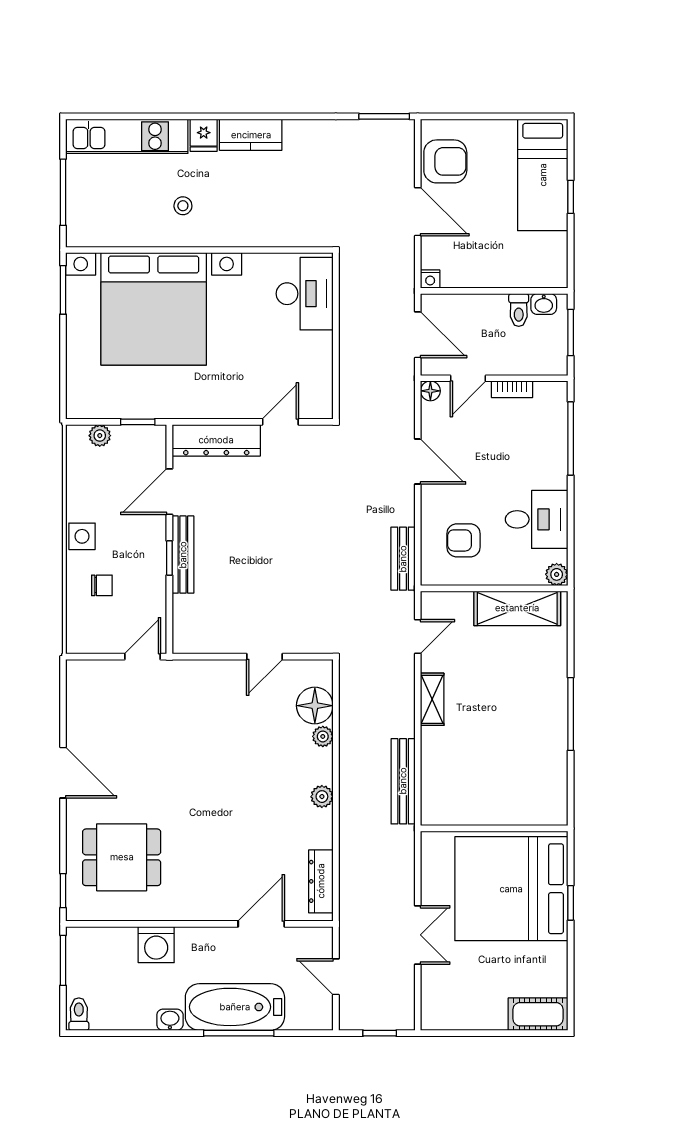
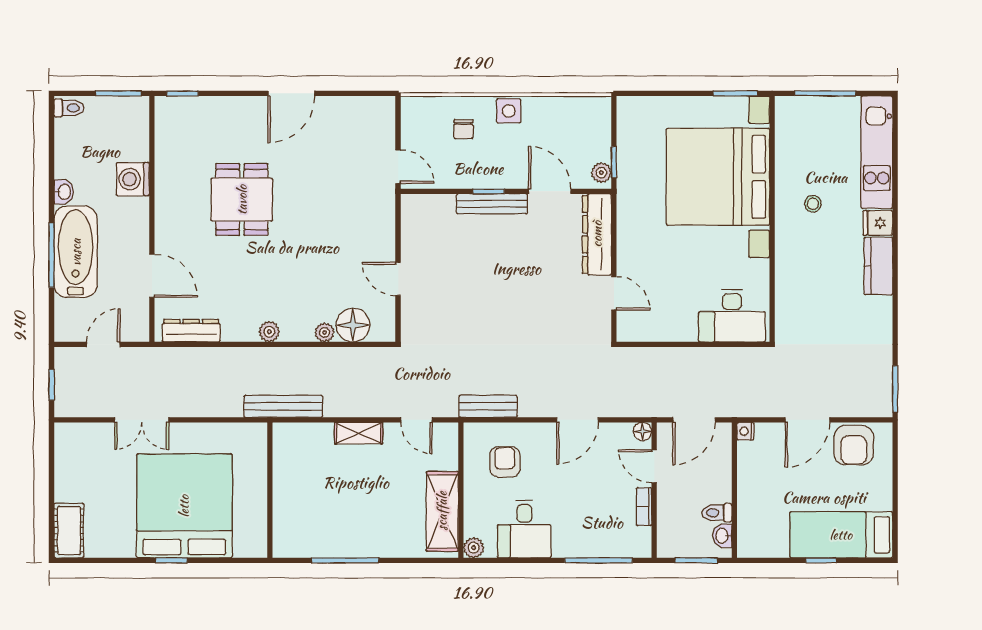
plant: (100, 436) -> (601, 173), moved
wall: (494, 828) -> (270, 490), moved
dining table: (122, 857) -> (242, 200), moved

